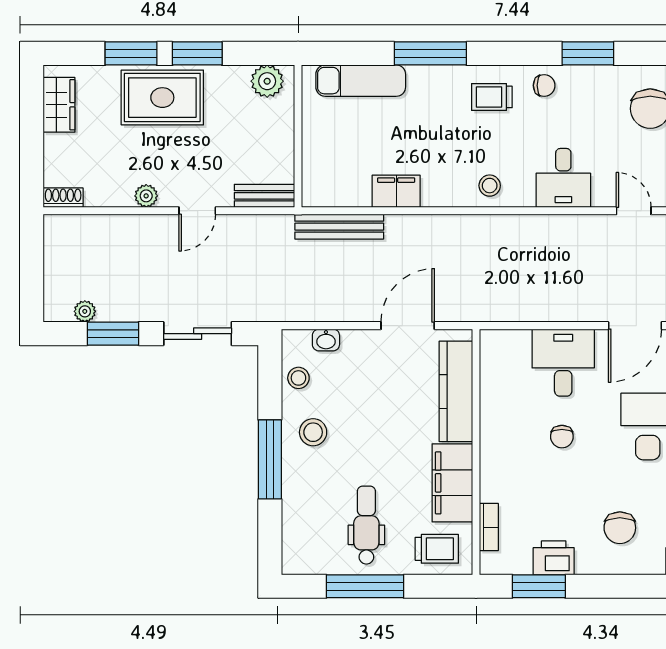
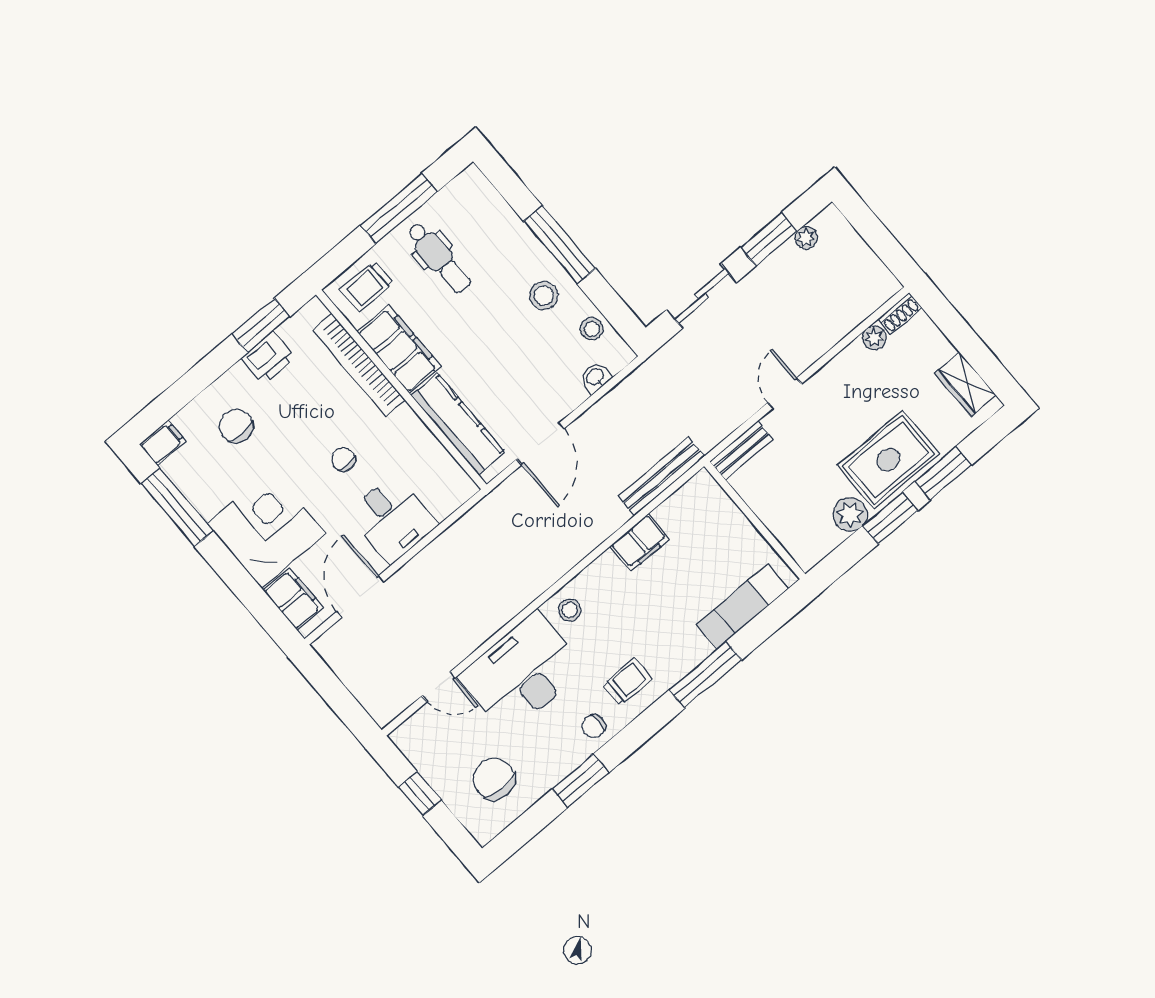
plant: (267, 81) -> (850, 514), moved
desk: (563, 178) -> (522, 673), width x1.87, depth x1.30
plant: (146, 196) -> (874, 338), moved
bookcase: (489, 527) -> (359, 365), width x2.31, depth x1.31

